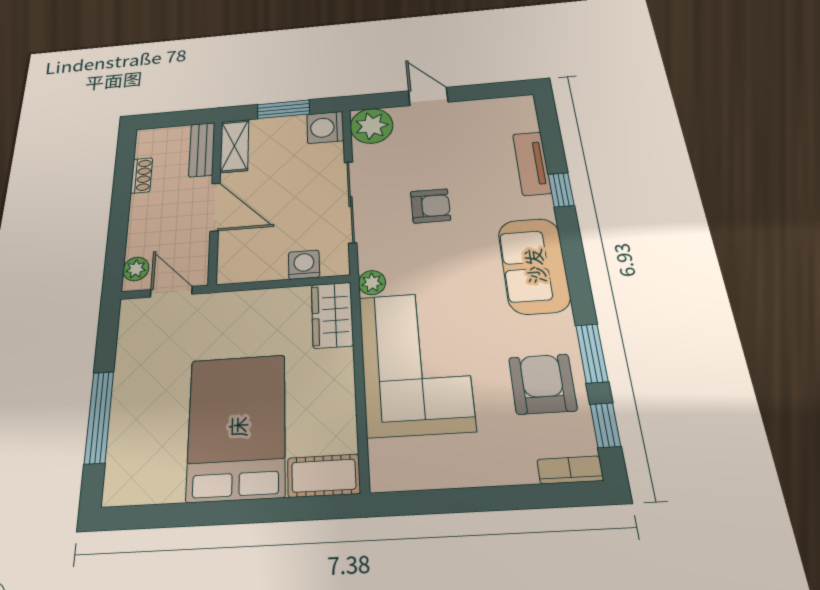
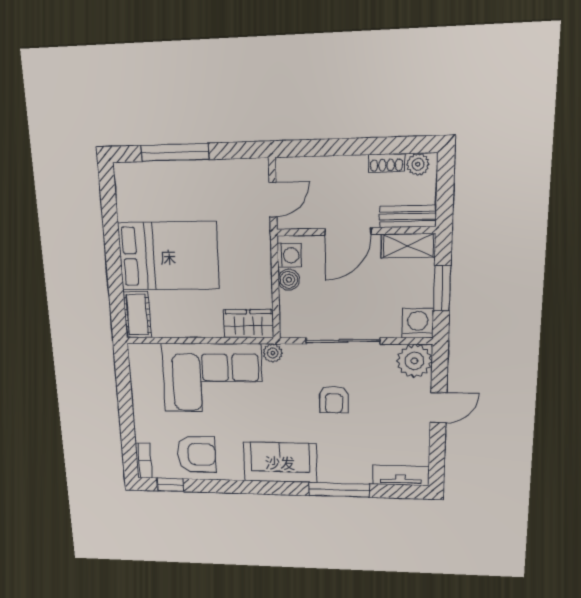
tv unit: (532, 163) -> (401, 475), moved
window: (561, 190) -> (339, 490), width x2.17
washing machine: (304, 265) -> (289, 255), moved
boiler: (272, 268) -> (289, 280), added
plant: (136, 269) -> (418, 164), moved
window: (592, 353) -> (216, 486), removed

